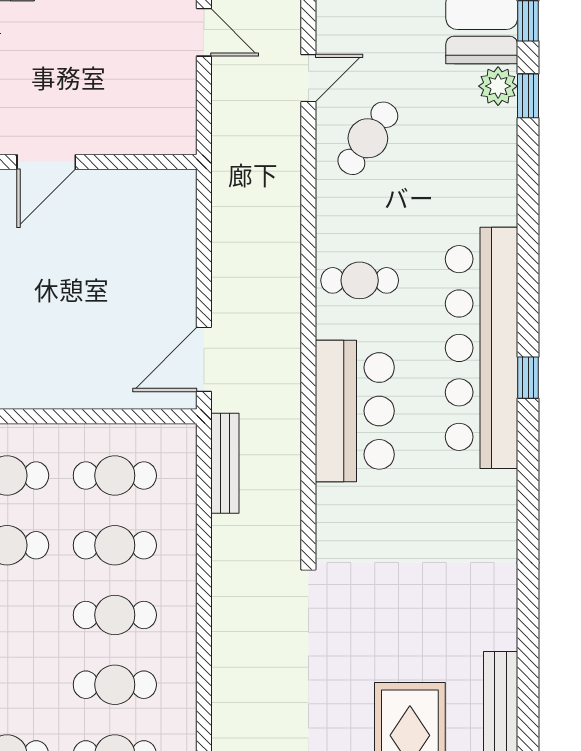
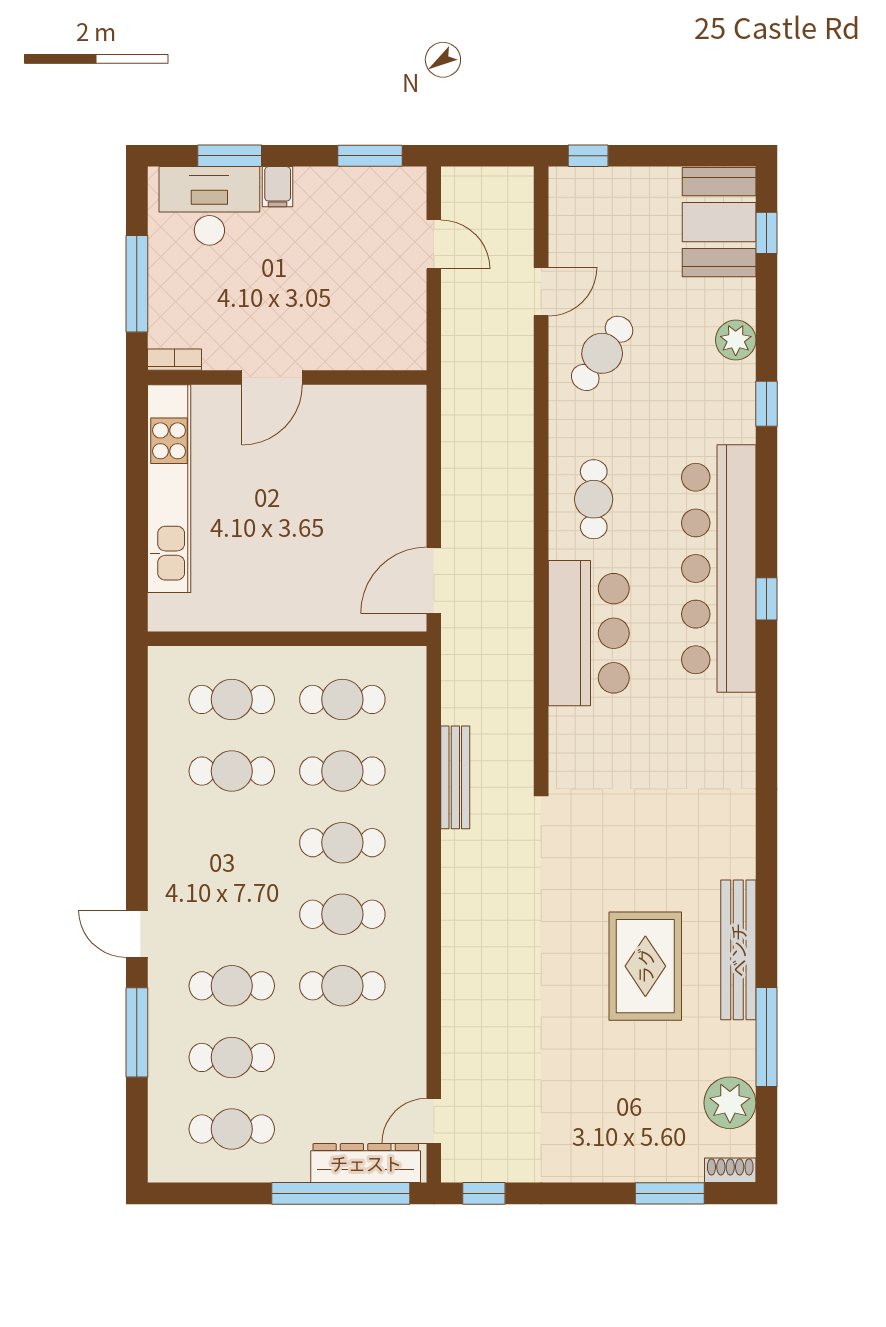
plant: (498, 86) -> (736, 340), moved
window: (528, 96) -> (767, 404), moved
cafe table: (360, 280) -> (594, 499), turned 90
bench: (225, 463) -> (455, 777), moved

